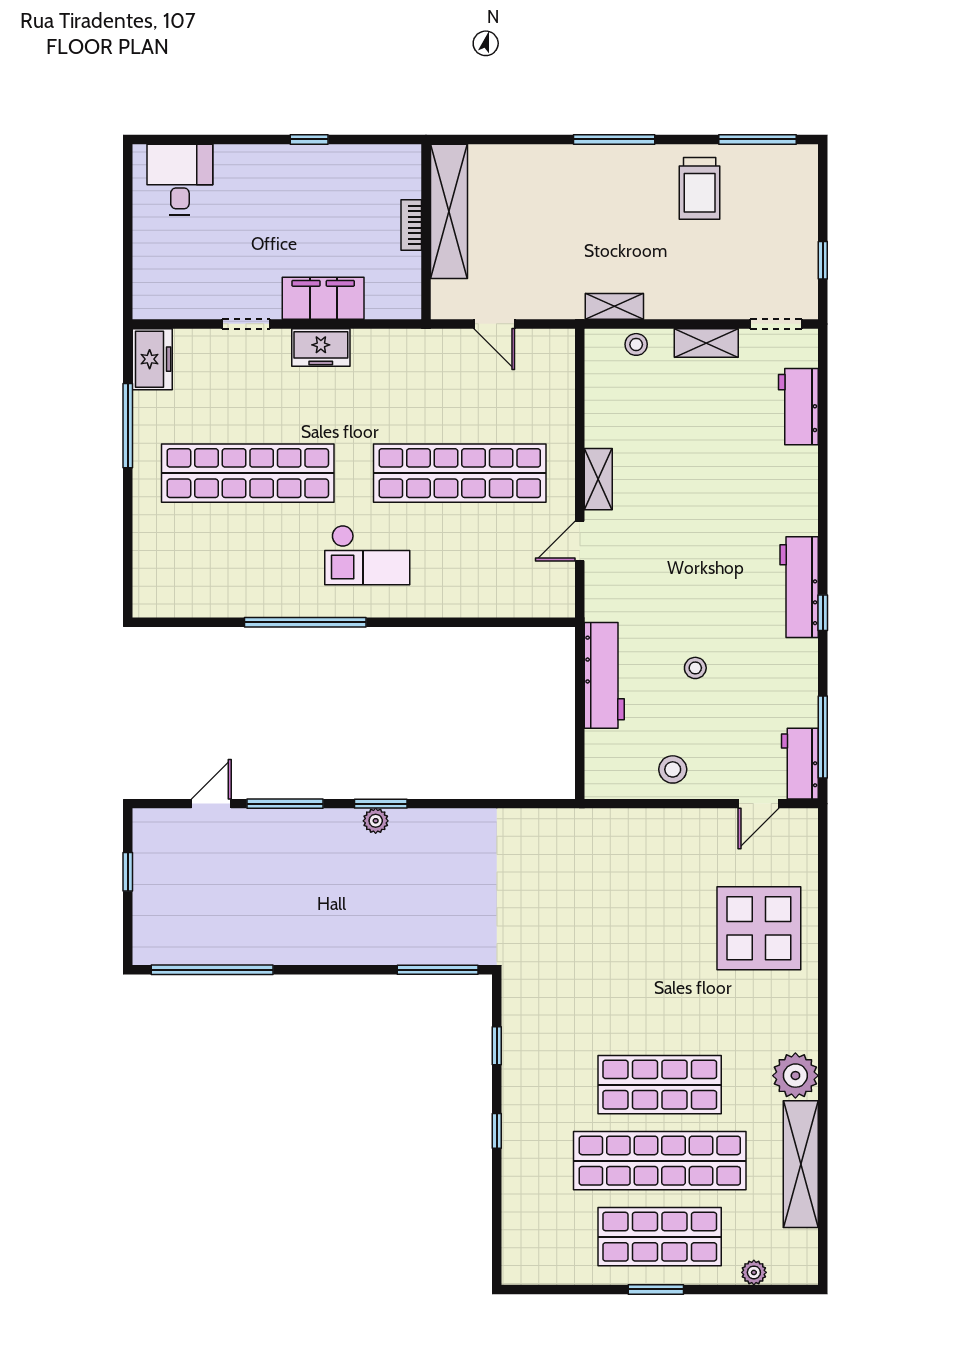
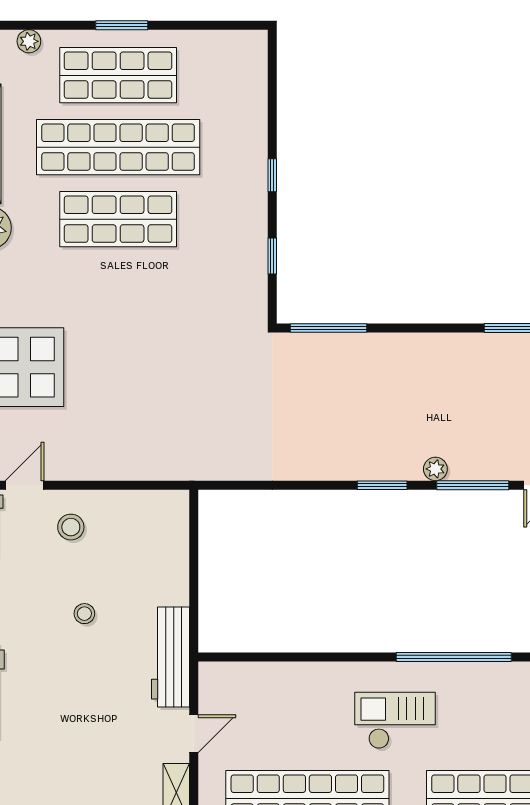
workbench: (604, 675) -> (171, 657), moved
stool: (673, 769) -> (71, 527), moved
plant: (376, 821) -> (435, 469), moved

